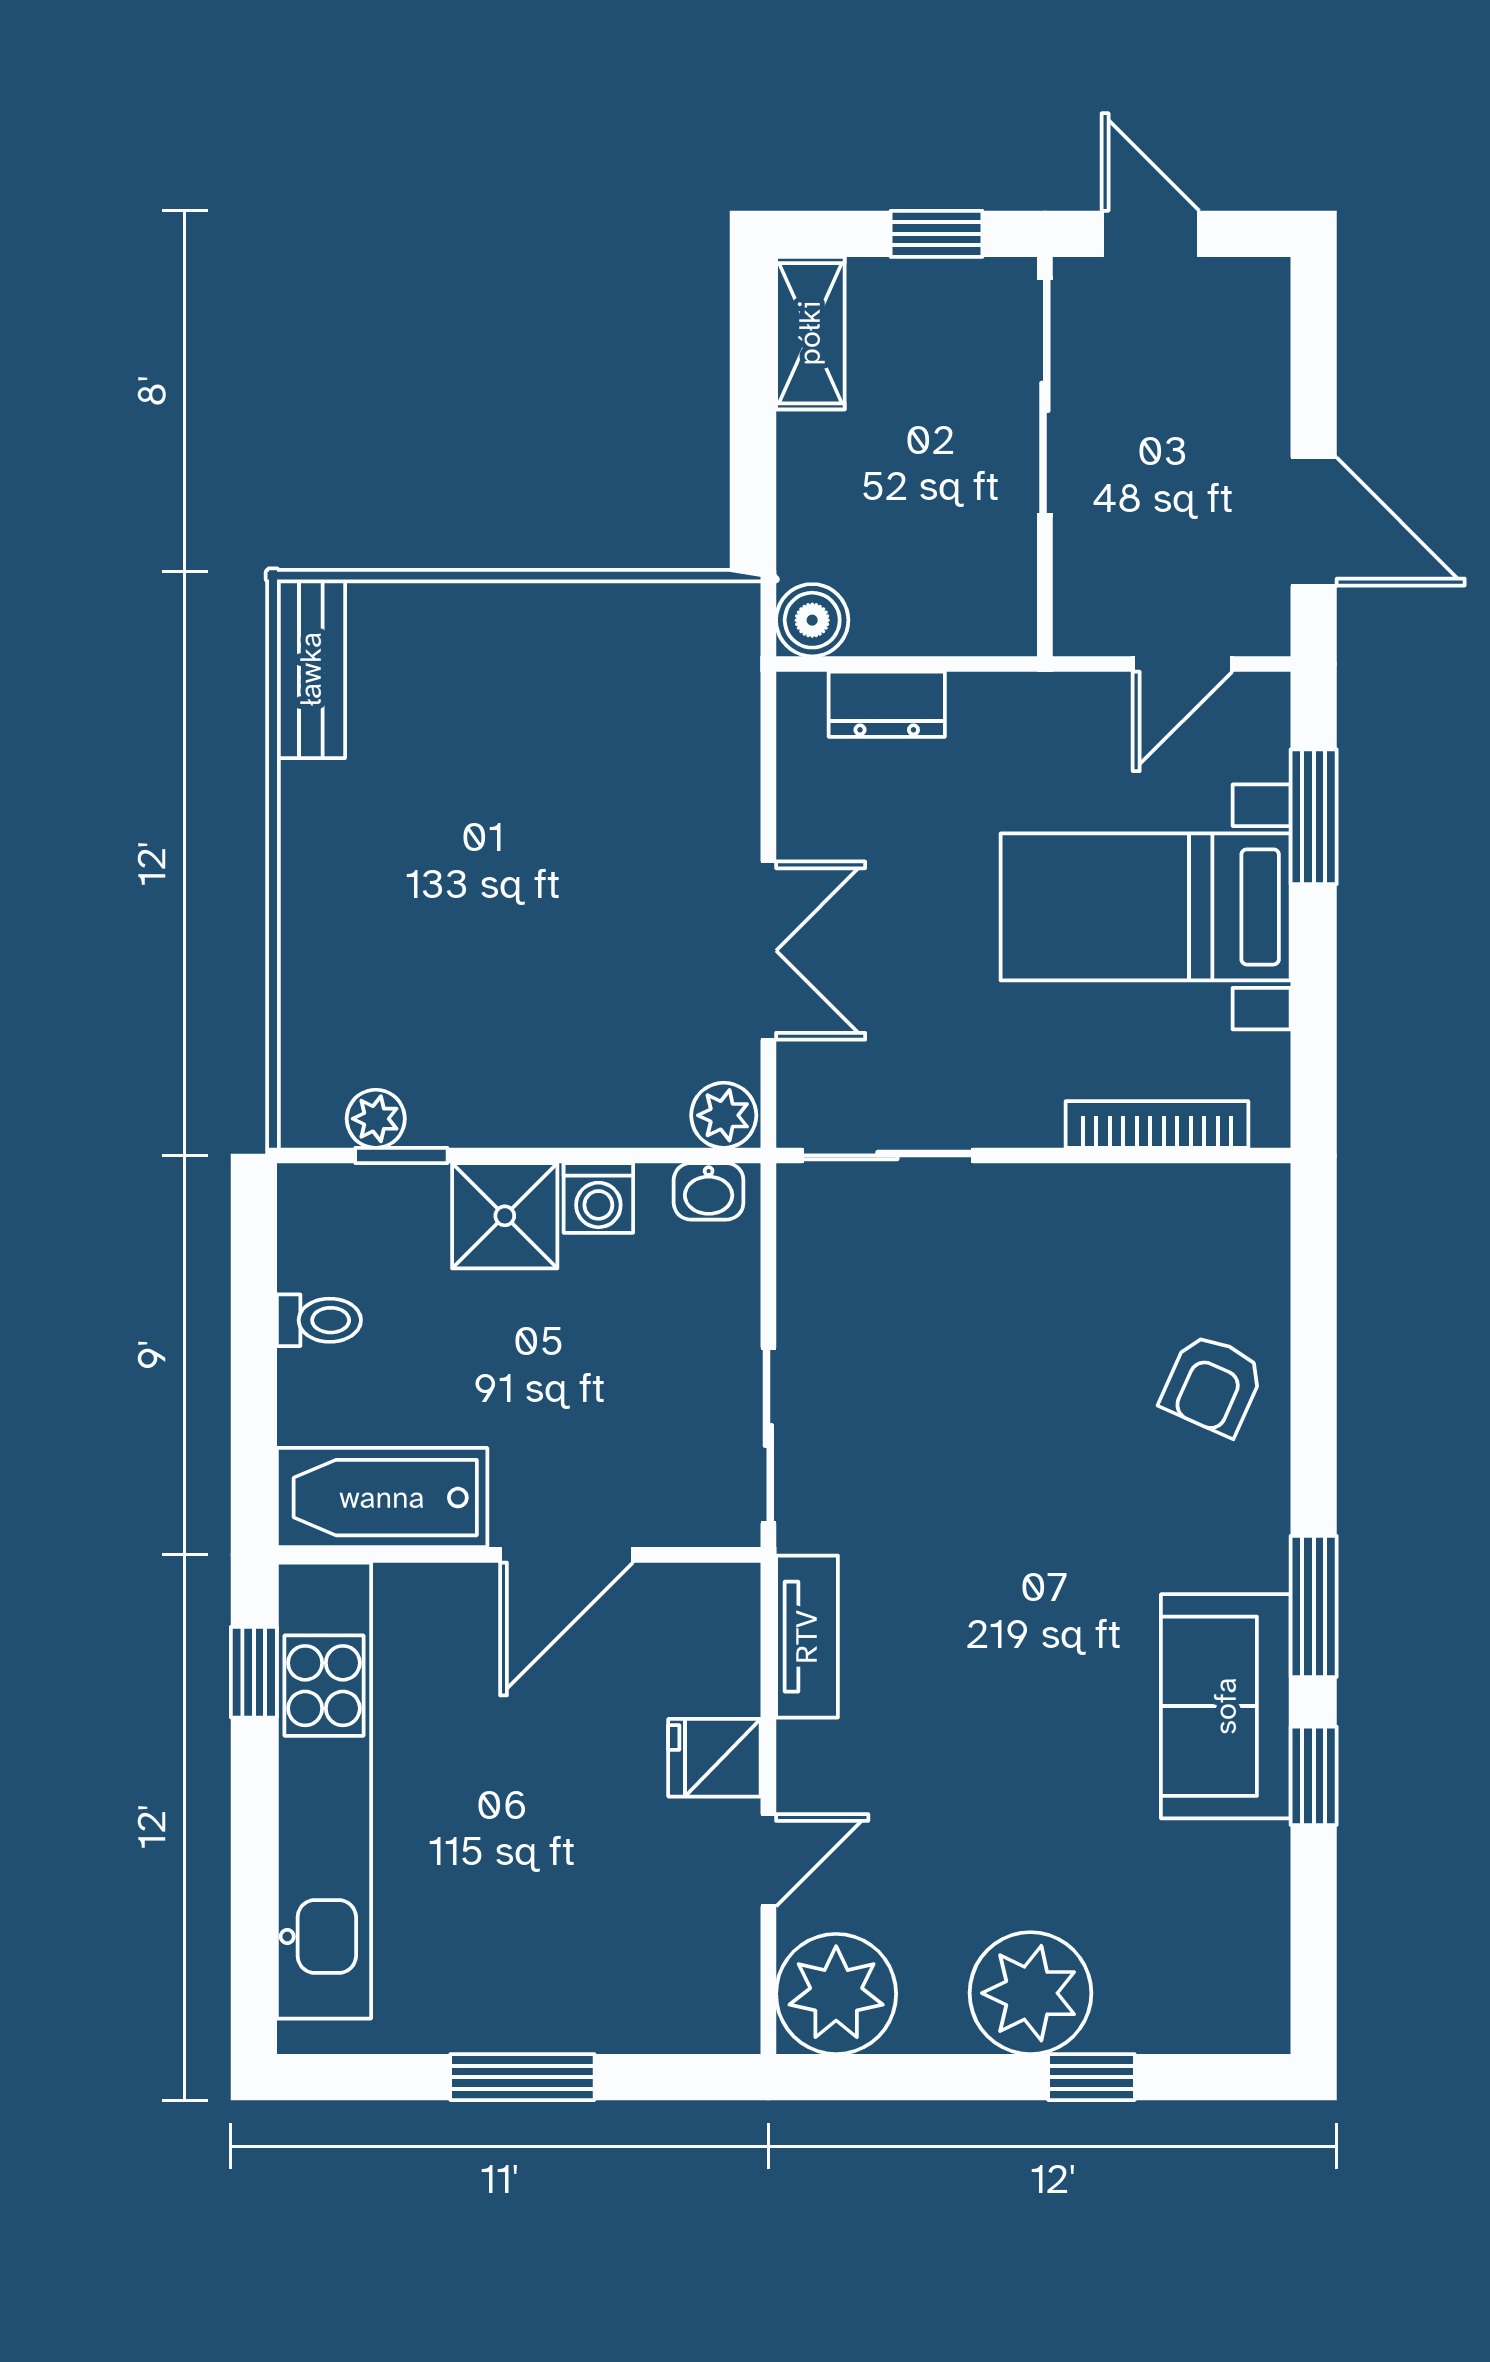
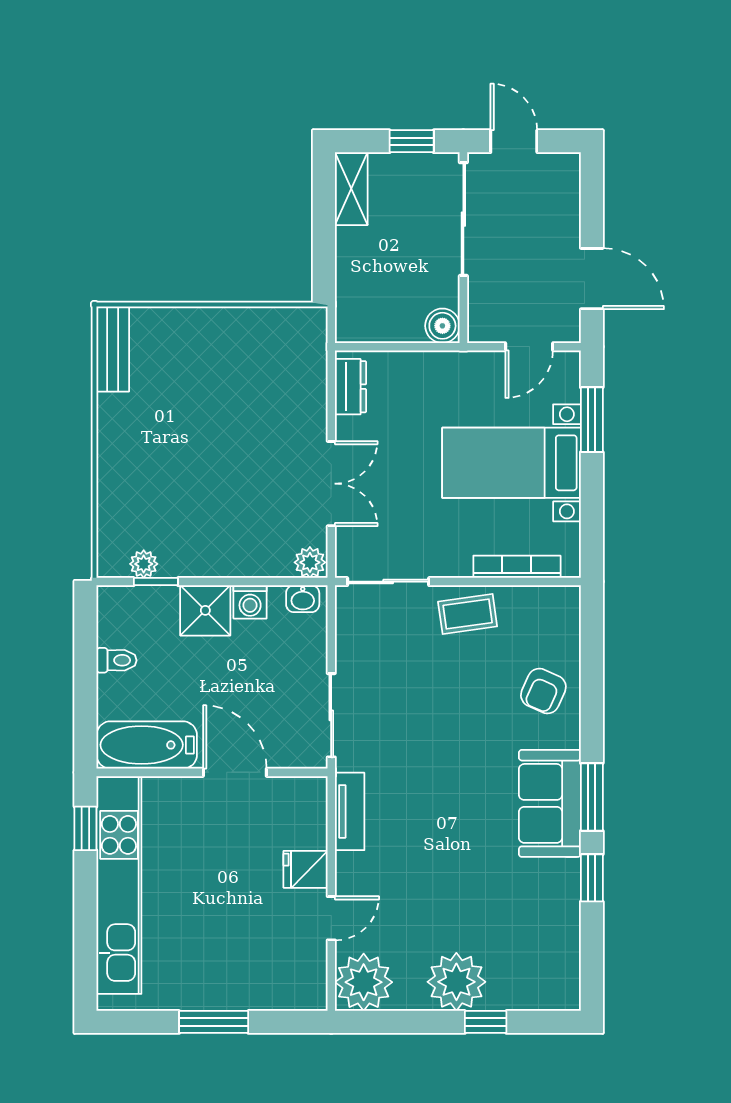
boiler: (812, 620) -> (442, 326), moved
dresser: (887, 704) -> (351, 387), moved, turned -90
coffee table: (1054, 1223) -> (468, 614), added
door: (566, 1555) -> (235, 772), swing flipped
sofa: (1226, 1706) -> (550, 803), moved

